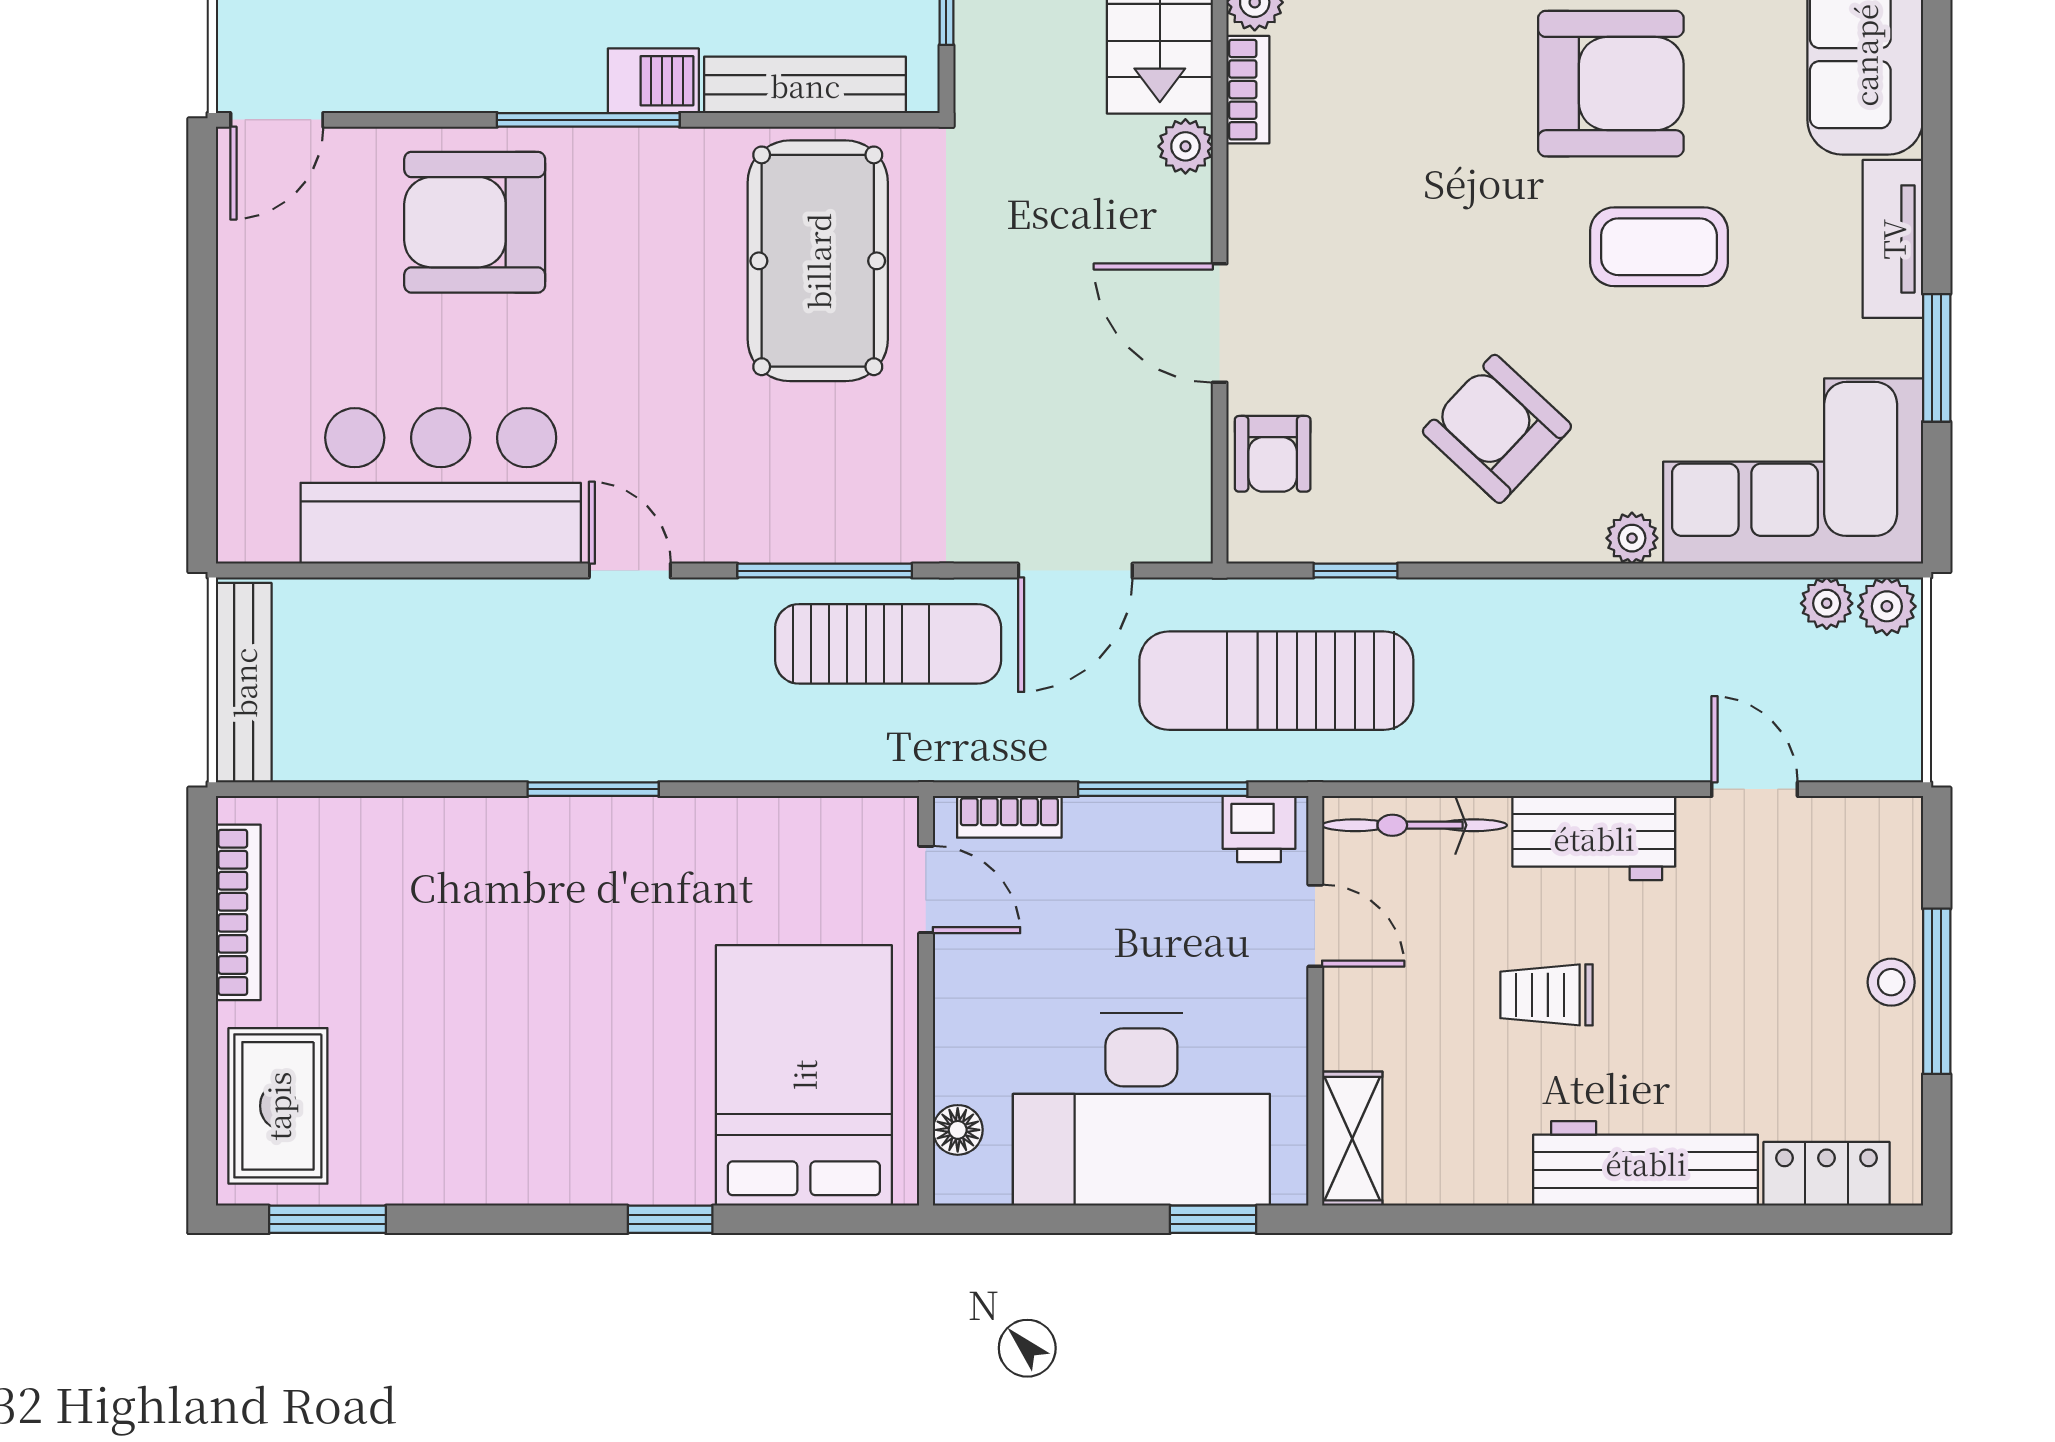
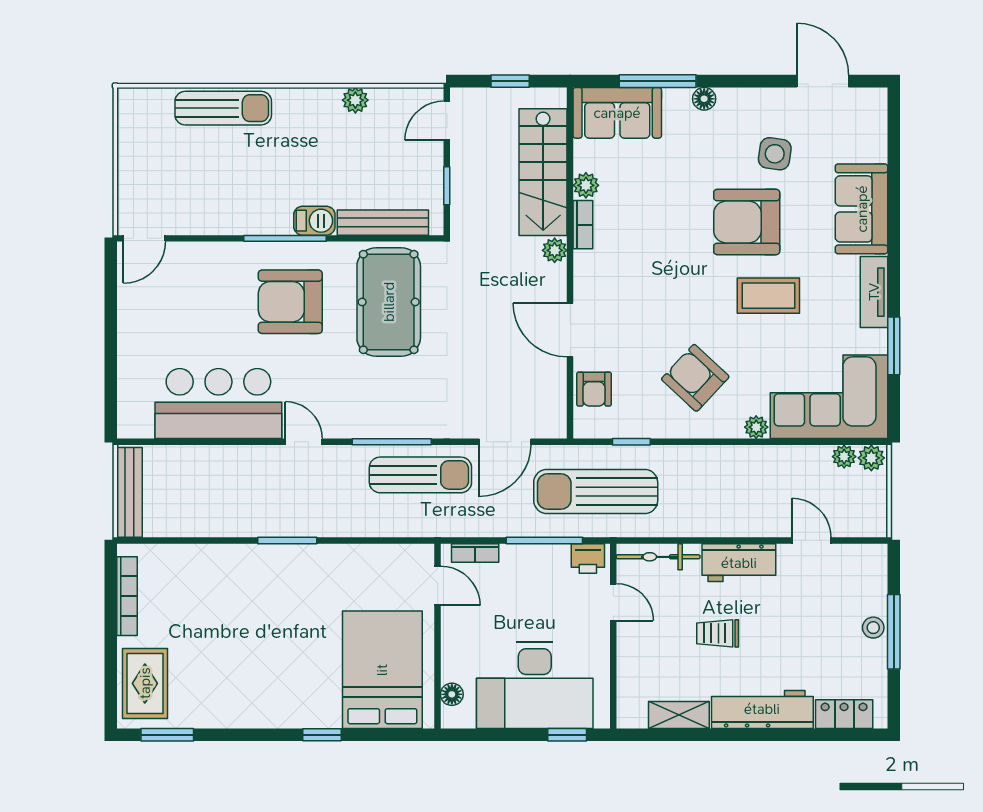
armchair: (1611, 84) -> (747, 222), turned 180
armchair: (475, 222) -> (290, 302), moved
shelving: (1352, 1139) -> (679, 715), moved, turned 90

